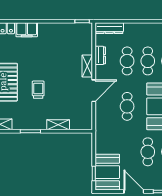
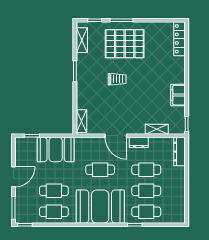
filing cabinet: (27, 30) -> (178, 95), moved
dresser: (100, 55) -> (139, 142), moved
shelving: (87, 66) -> (157, 129), moved
shelving: (58, 125) -> (81, 121), moved
booth: (107, 172) -> (56, 149), moved

